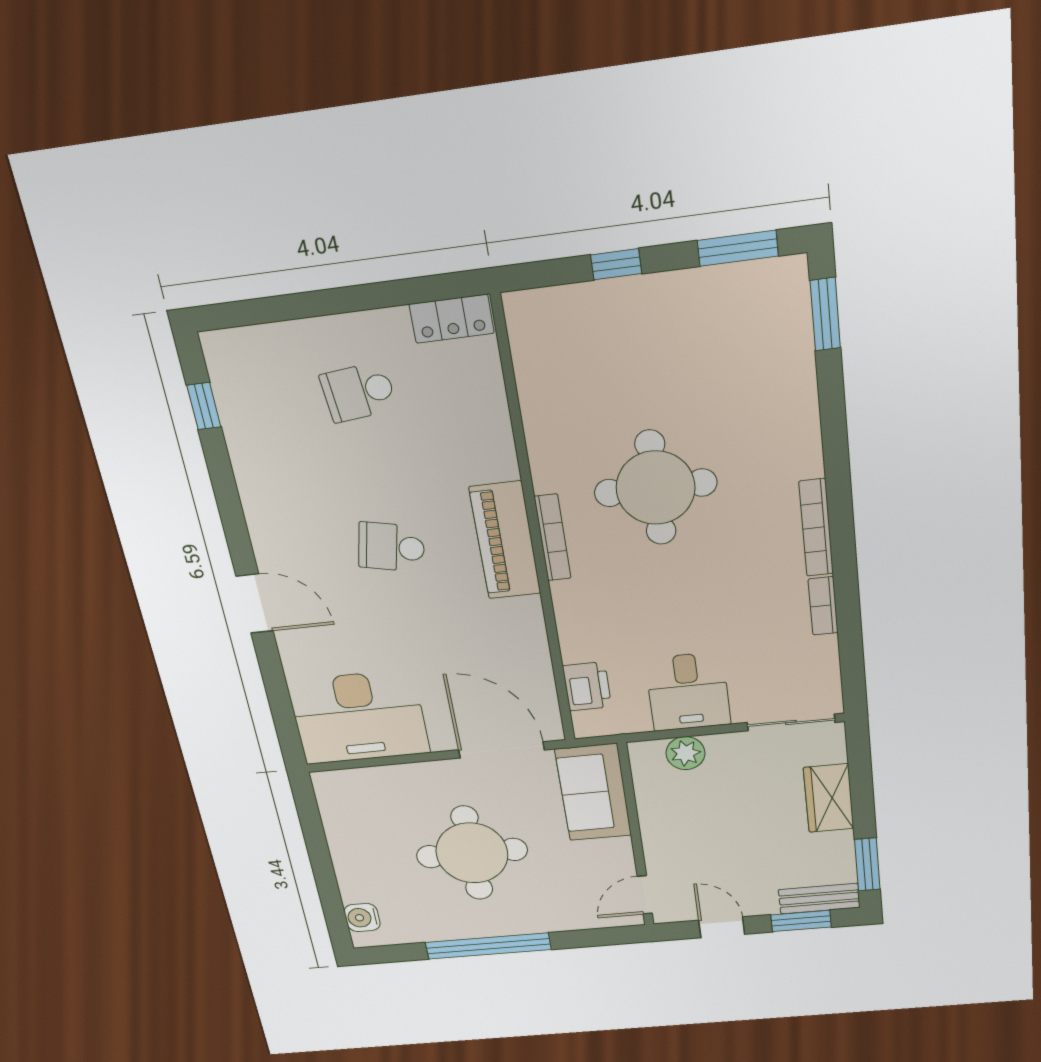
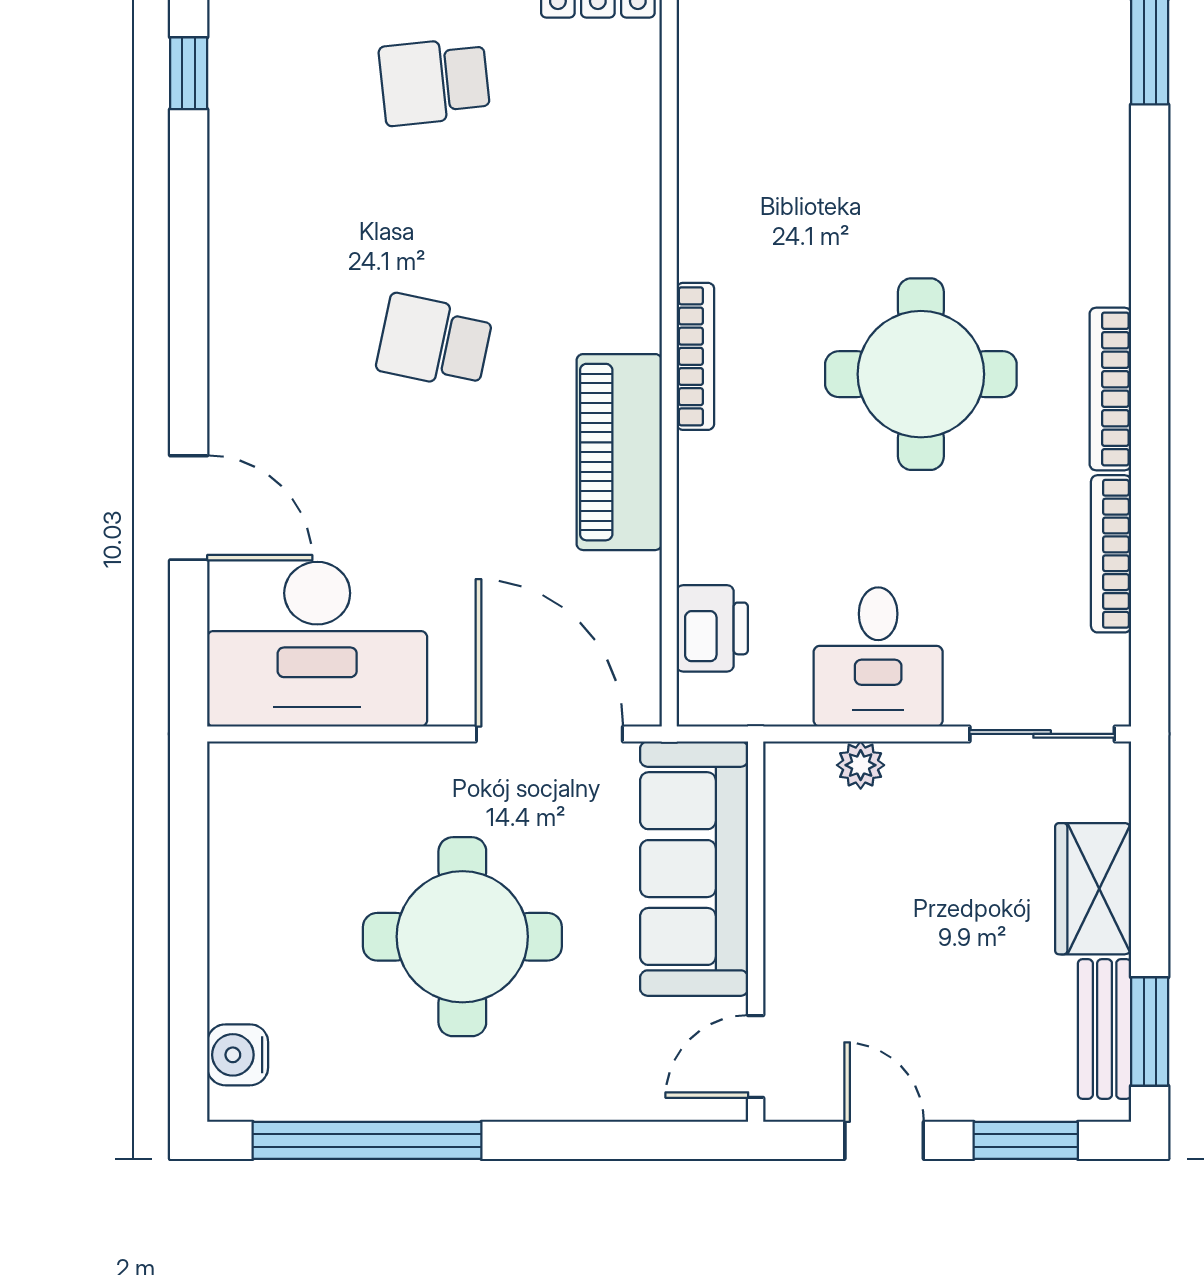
round table: (656, 488) -> (921, 374), moved
piano: (505, 540) -> (619, 452), moved
door: (255, 604) -> (189, 508), moved
bookcase: (823, 606) -> (1111, 554), width x1.56
plant: (685, 753) -> (861, 765), width x0.73, depth x0.73
sofa: (593, 792) -> (694, 869), width x1.36
bench: (819, 899) -> (1105, 1029), moved, turned 90
window: (488, 946) -> (367, 1140), moved

